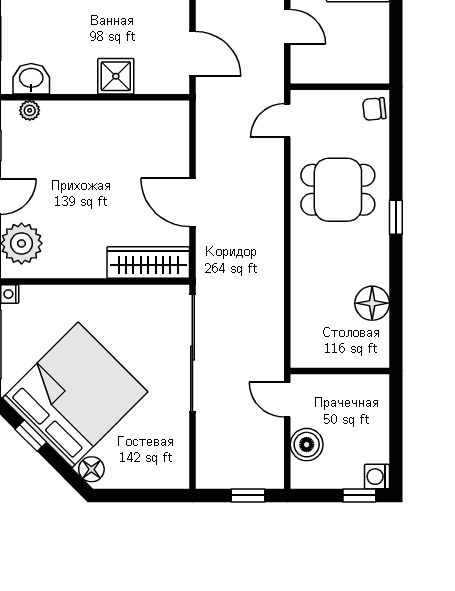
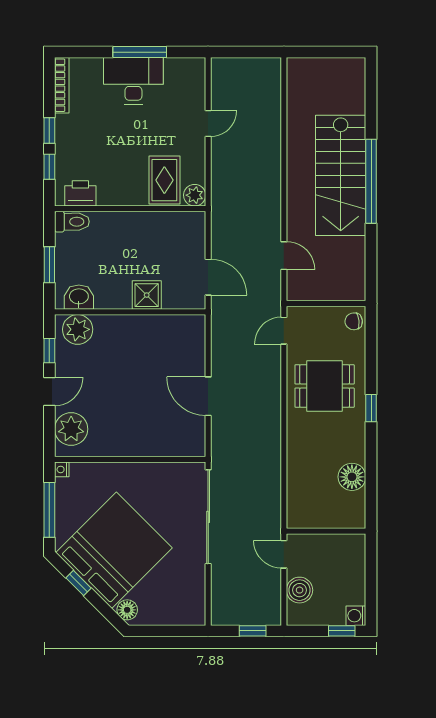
plant: (30, 110) -> (78, 329), width x1.87, depth x1.87
wardrobe: (148, 262) -> (173, 444), removed

